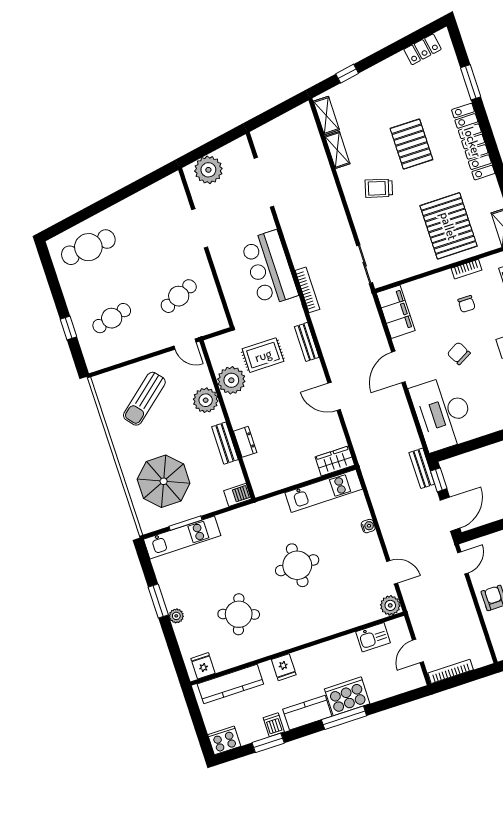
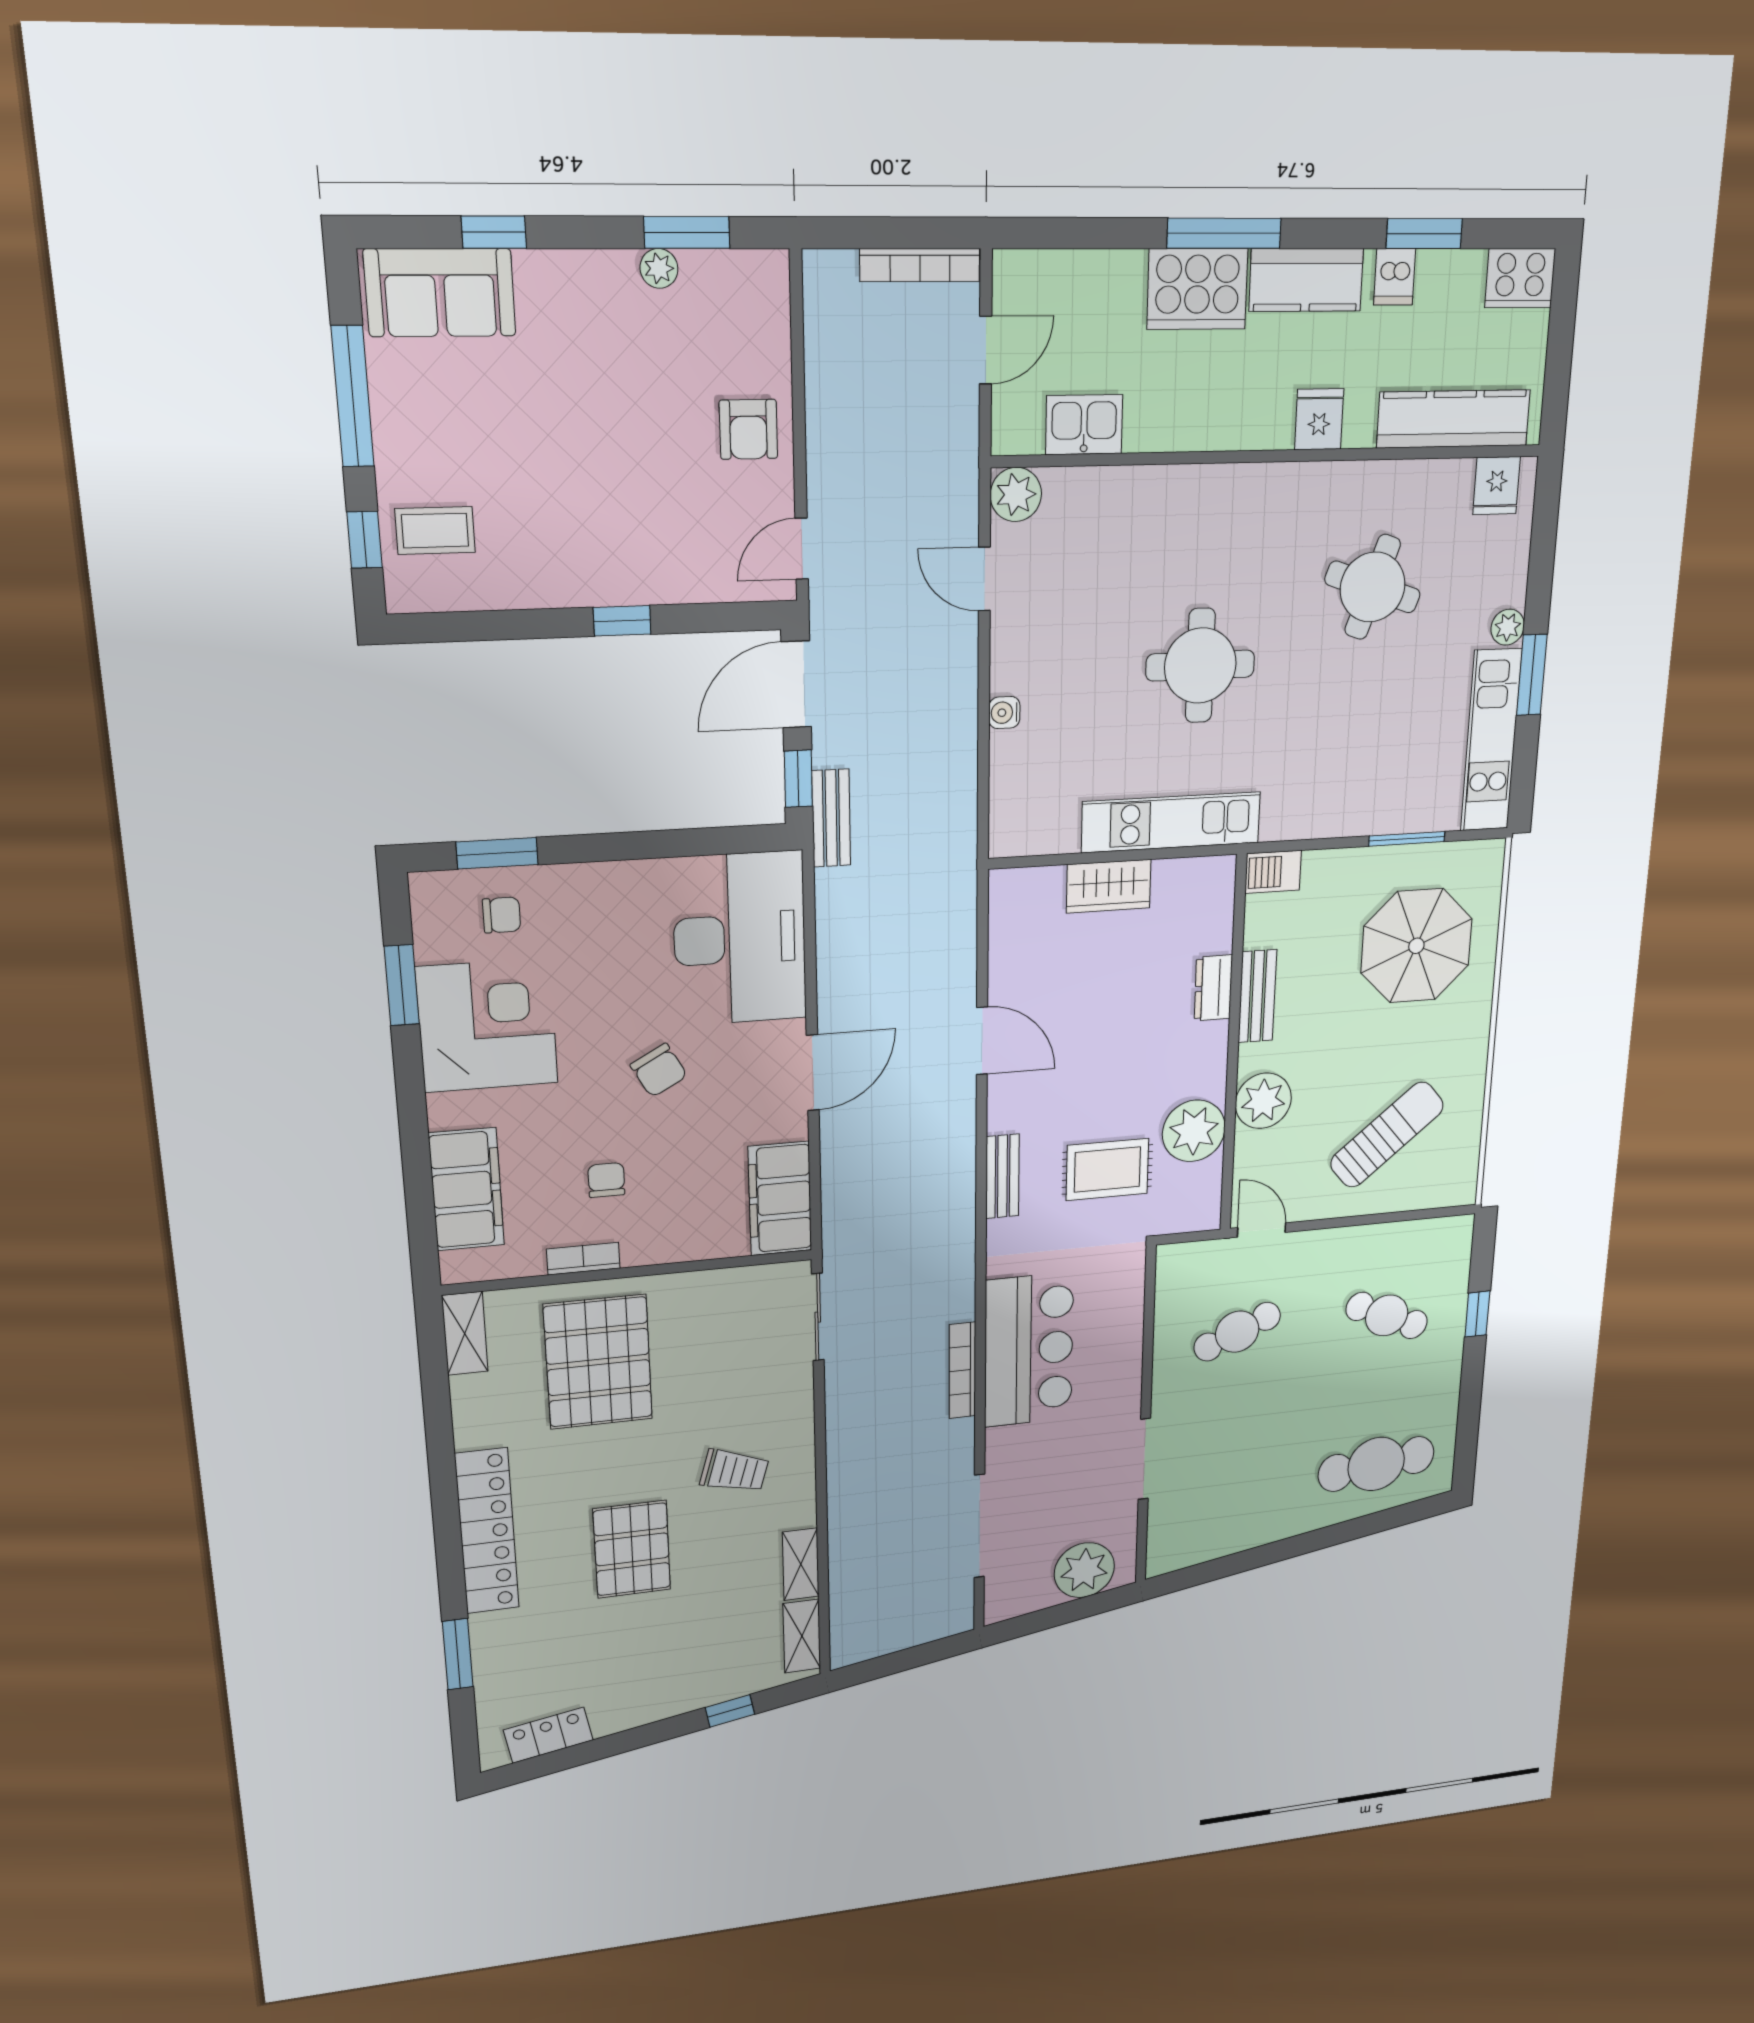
bookcase: (307, 290) -> (962, 1370), moved
cafe table: (112, 318) -> (1387, 1316), turned 39
wardrobe: (335, 461) -> (1109, 886), moved
kitchen unit: (324, 491) -> (1171, 822), moved
kitchen unit: (182, 537) -> (1491, 740), moved, turned -90

